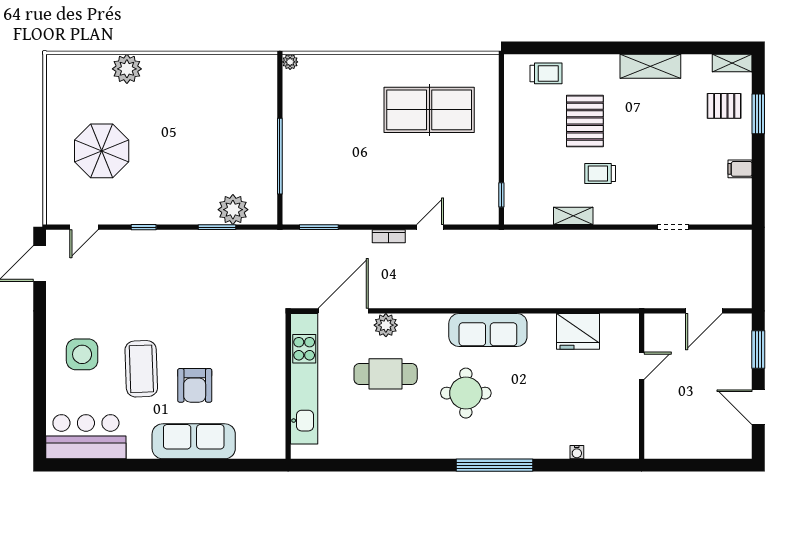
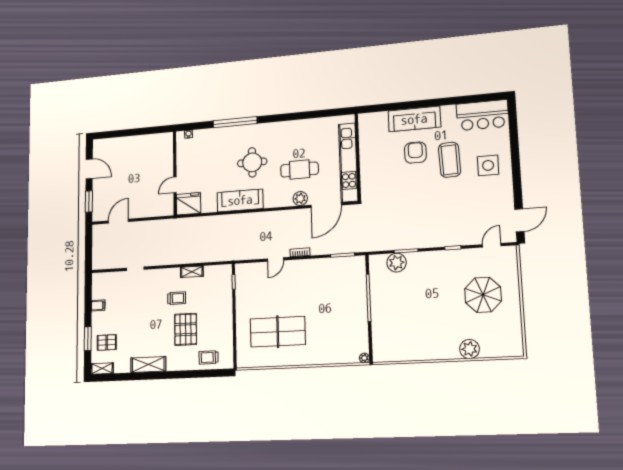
door: (642, 366) -> (175, 185), moved
wall: (642, 386) -> (175, 173), moved

